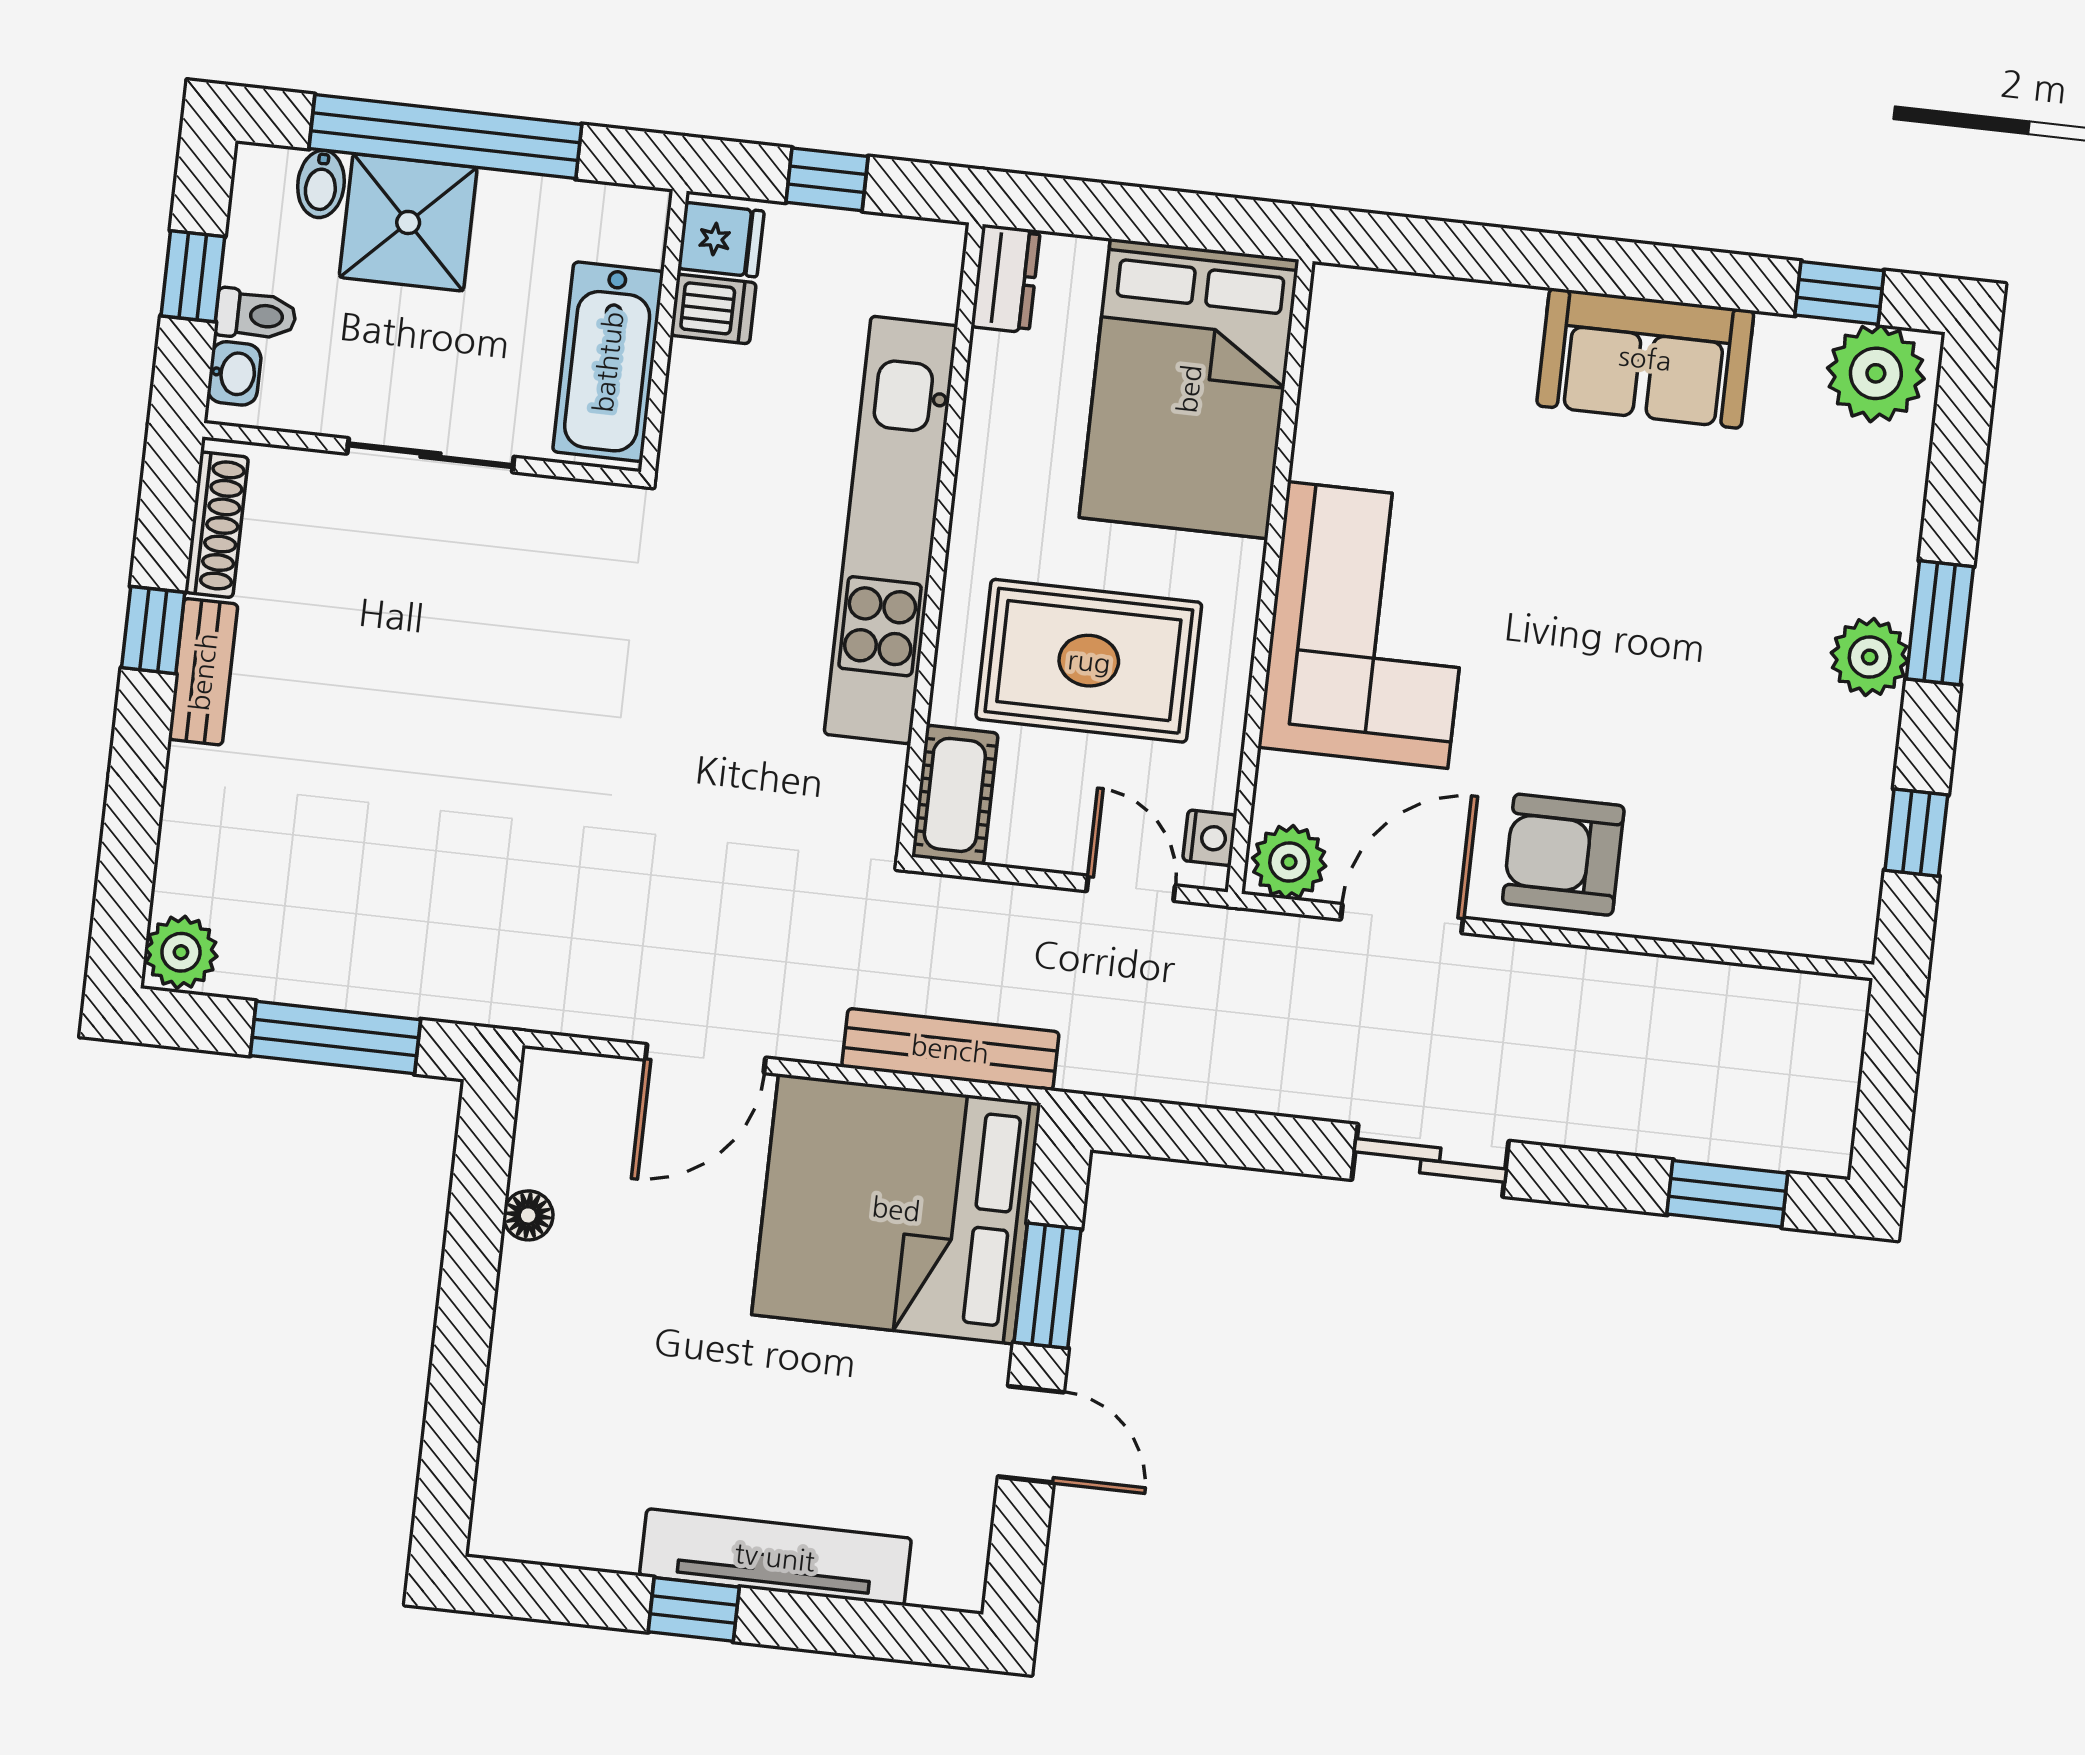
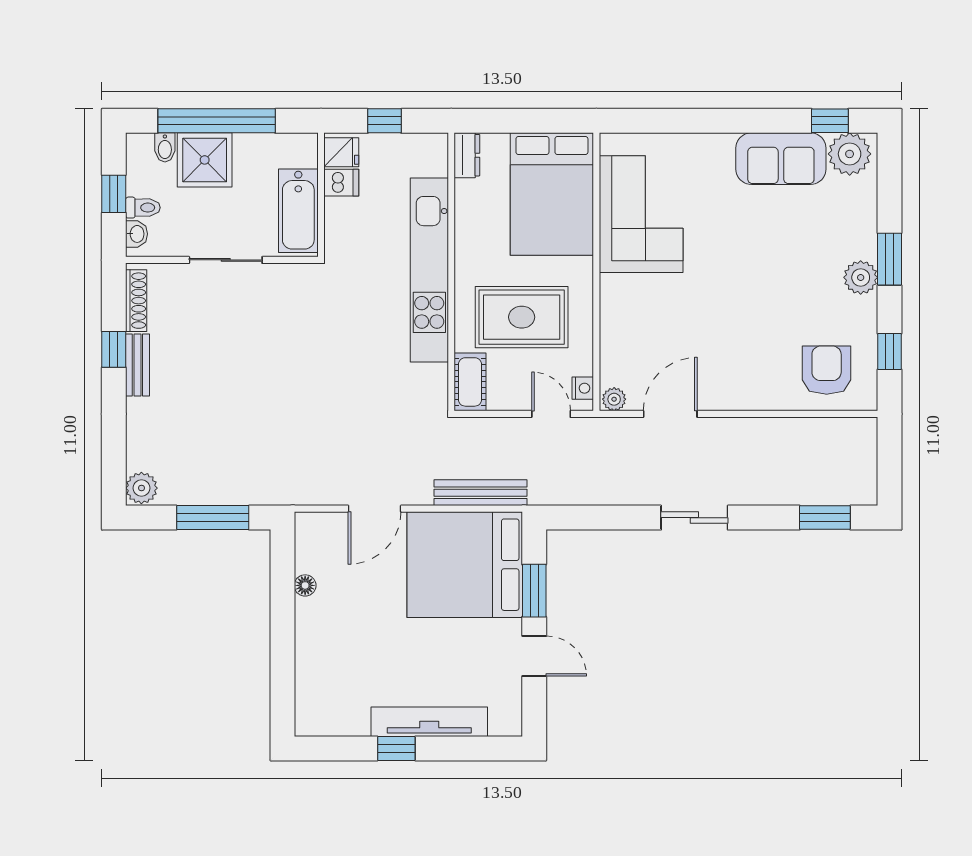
sofa: (1645, 358) -> (781, 159), moved
corner sofa: (1368, 625) -> (641, 214), moved
armchair: (1563, 855) -> (827, 370), moved, turned 90
plant: (1289, 862) -> (614, 399), width x0.73, depth x0.73

